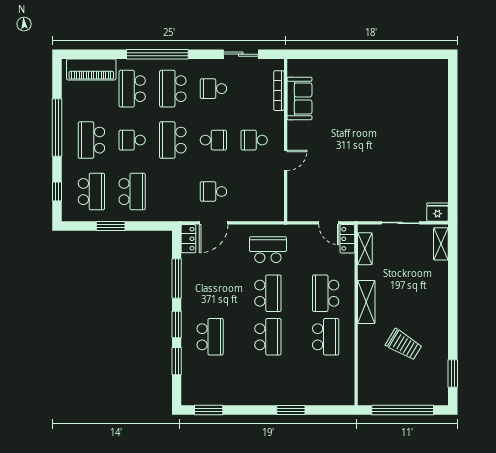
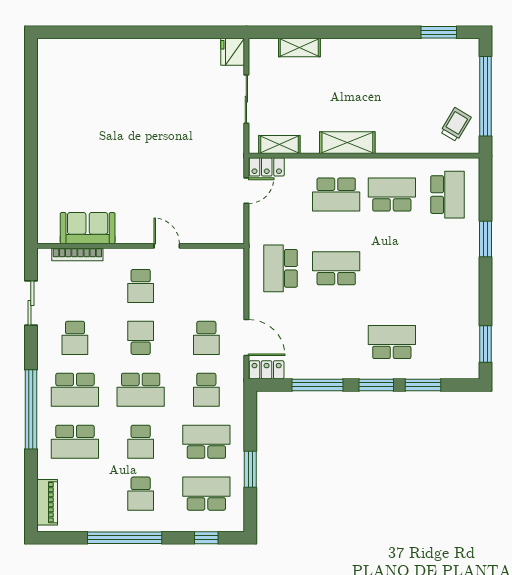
piano: (91, 69) -> (47, 502), width x0.73, depth x0.75
school desk: (91, 140) -> (141, 494), width x0.54
school desk: (173, 192) -> (206, 390), added
shelving: (441, 244) -> (299, 47), moved
school desk: (268, 337) -> (447, 195), moved, turned 90
trolley: (404, 345) -> (456, 125), moved, width x0.73, depth x0.72

